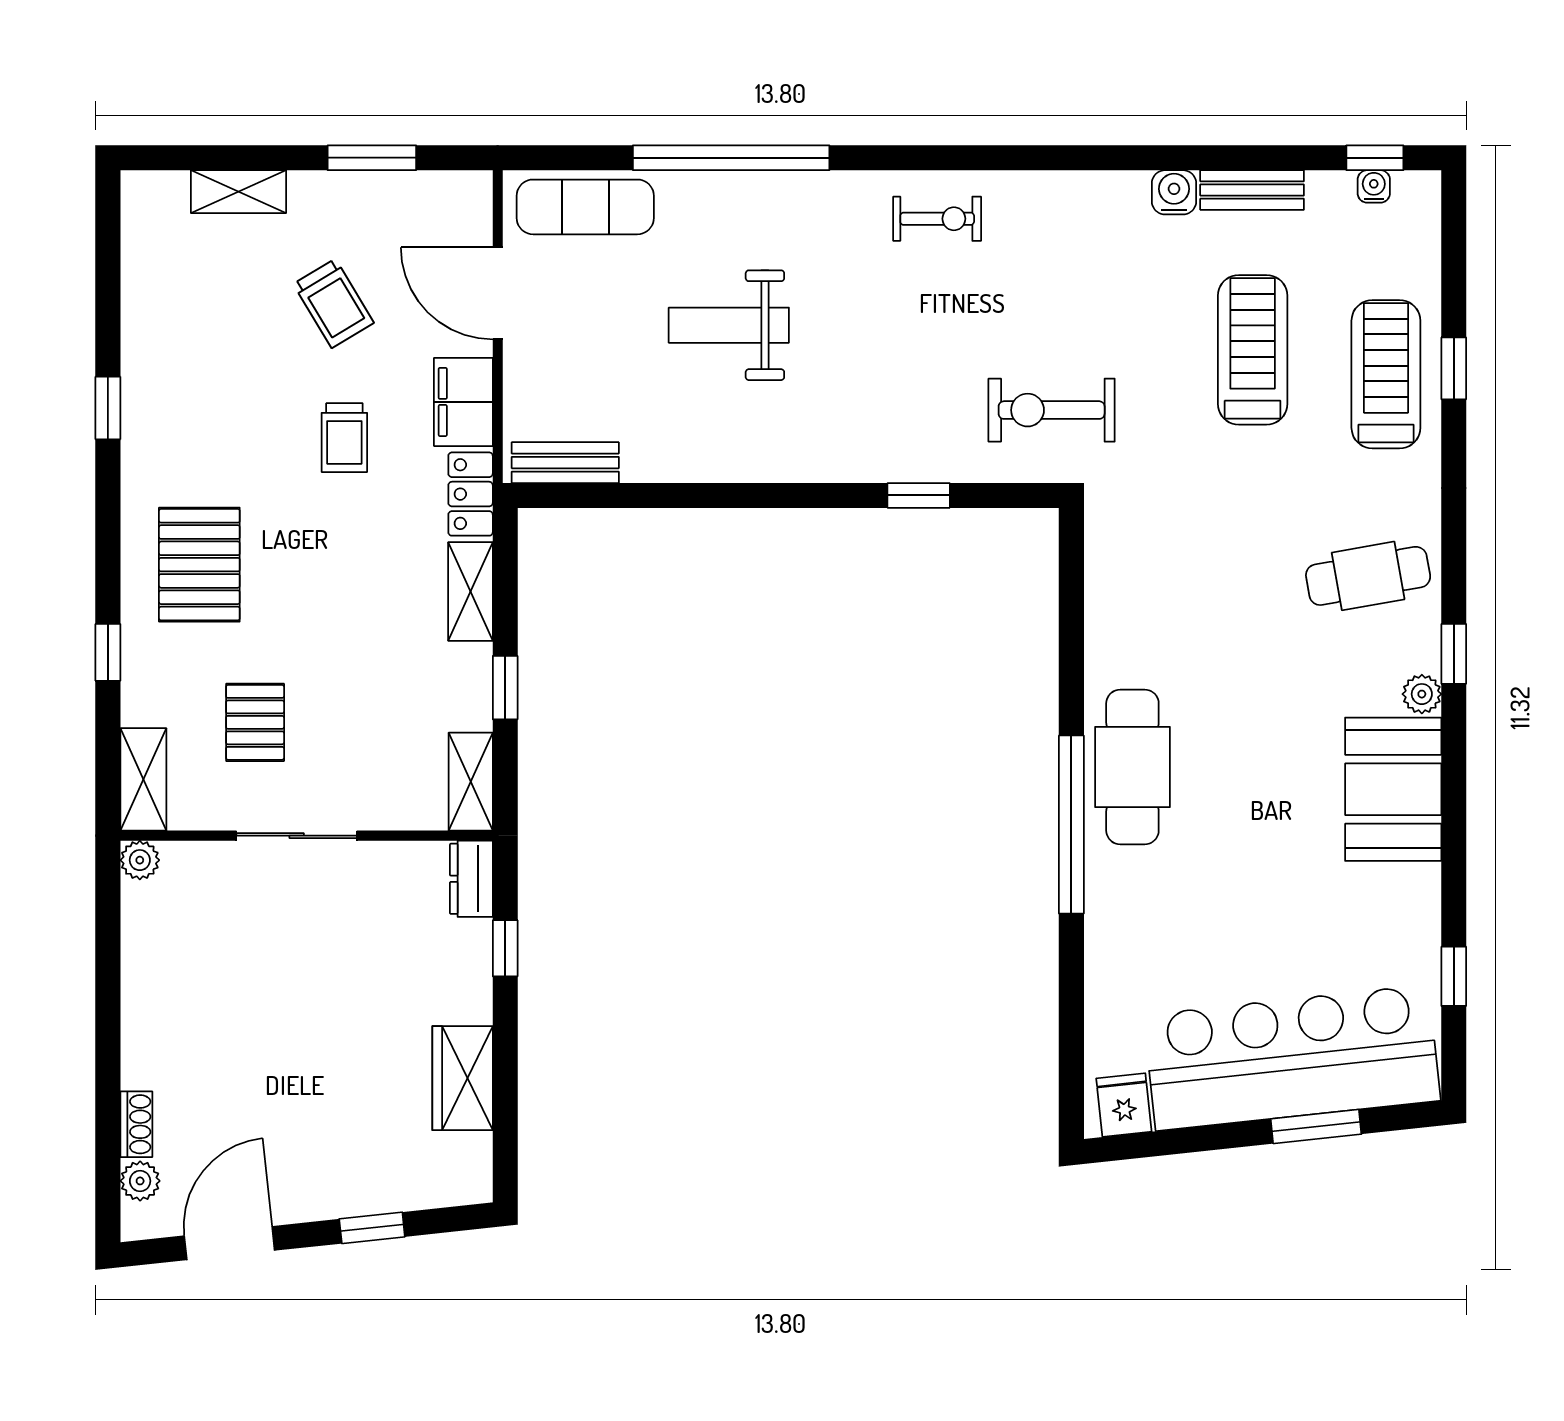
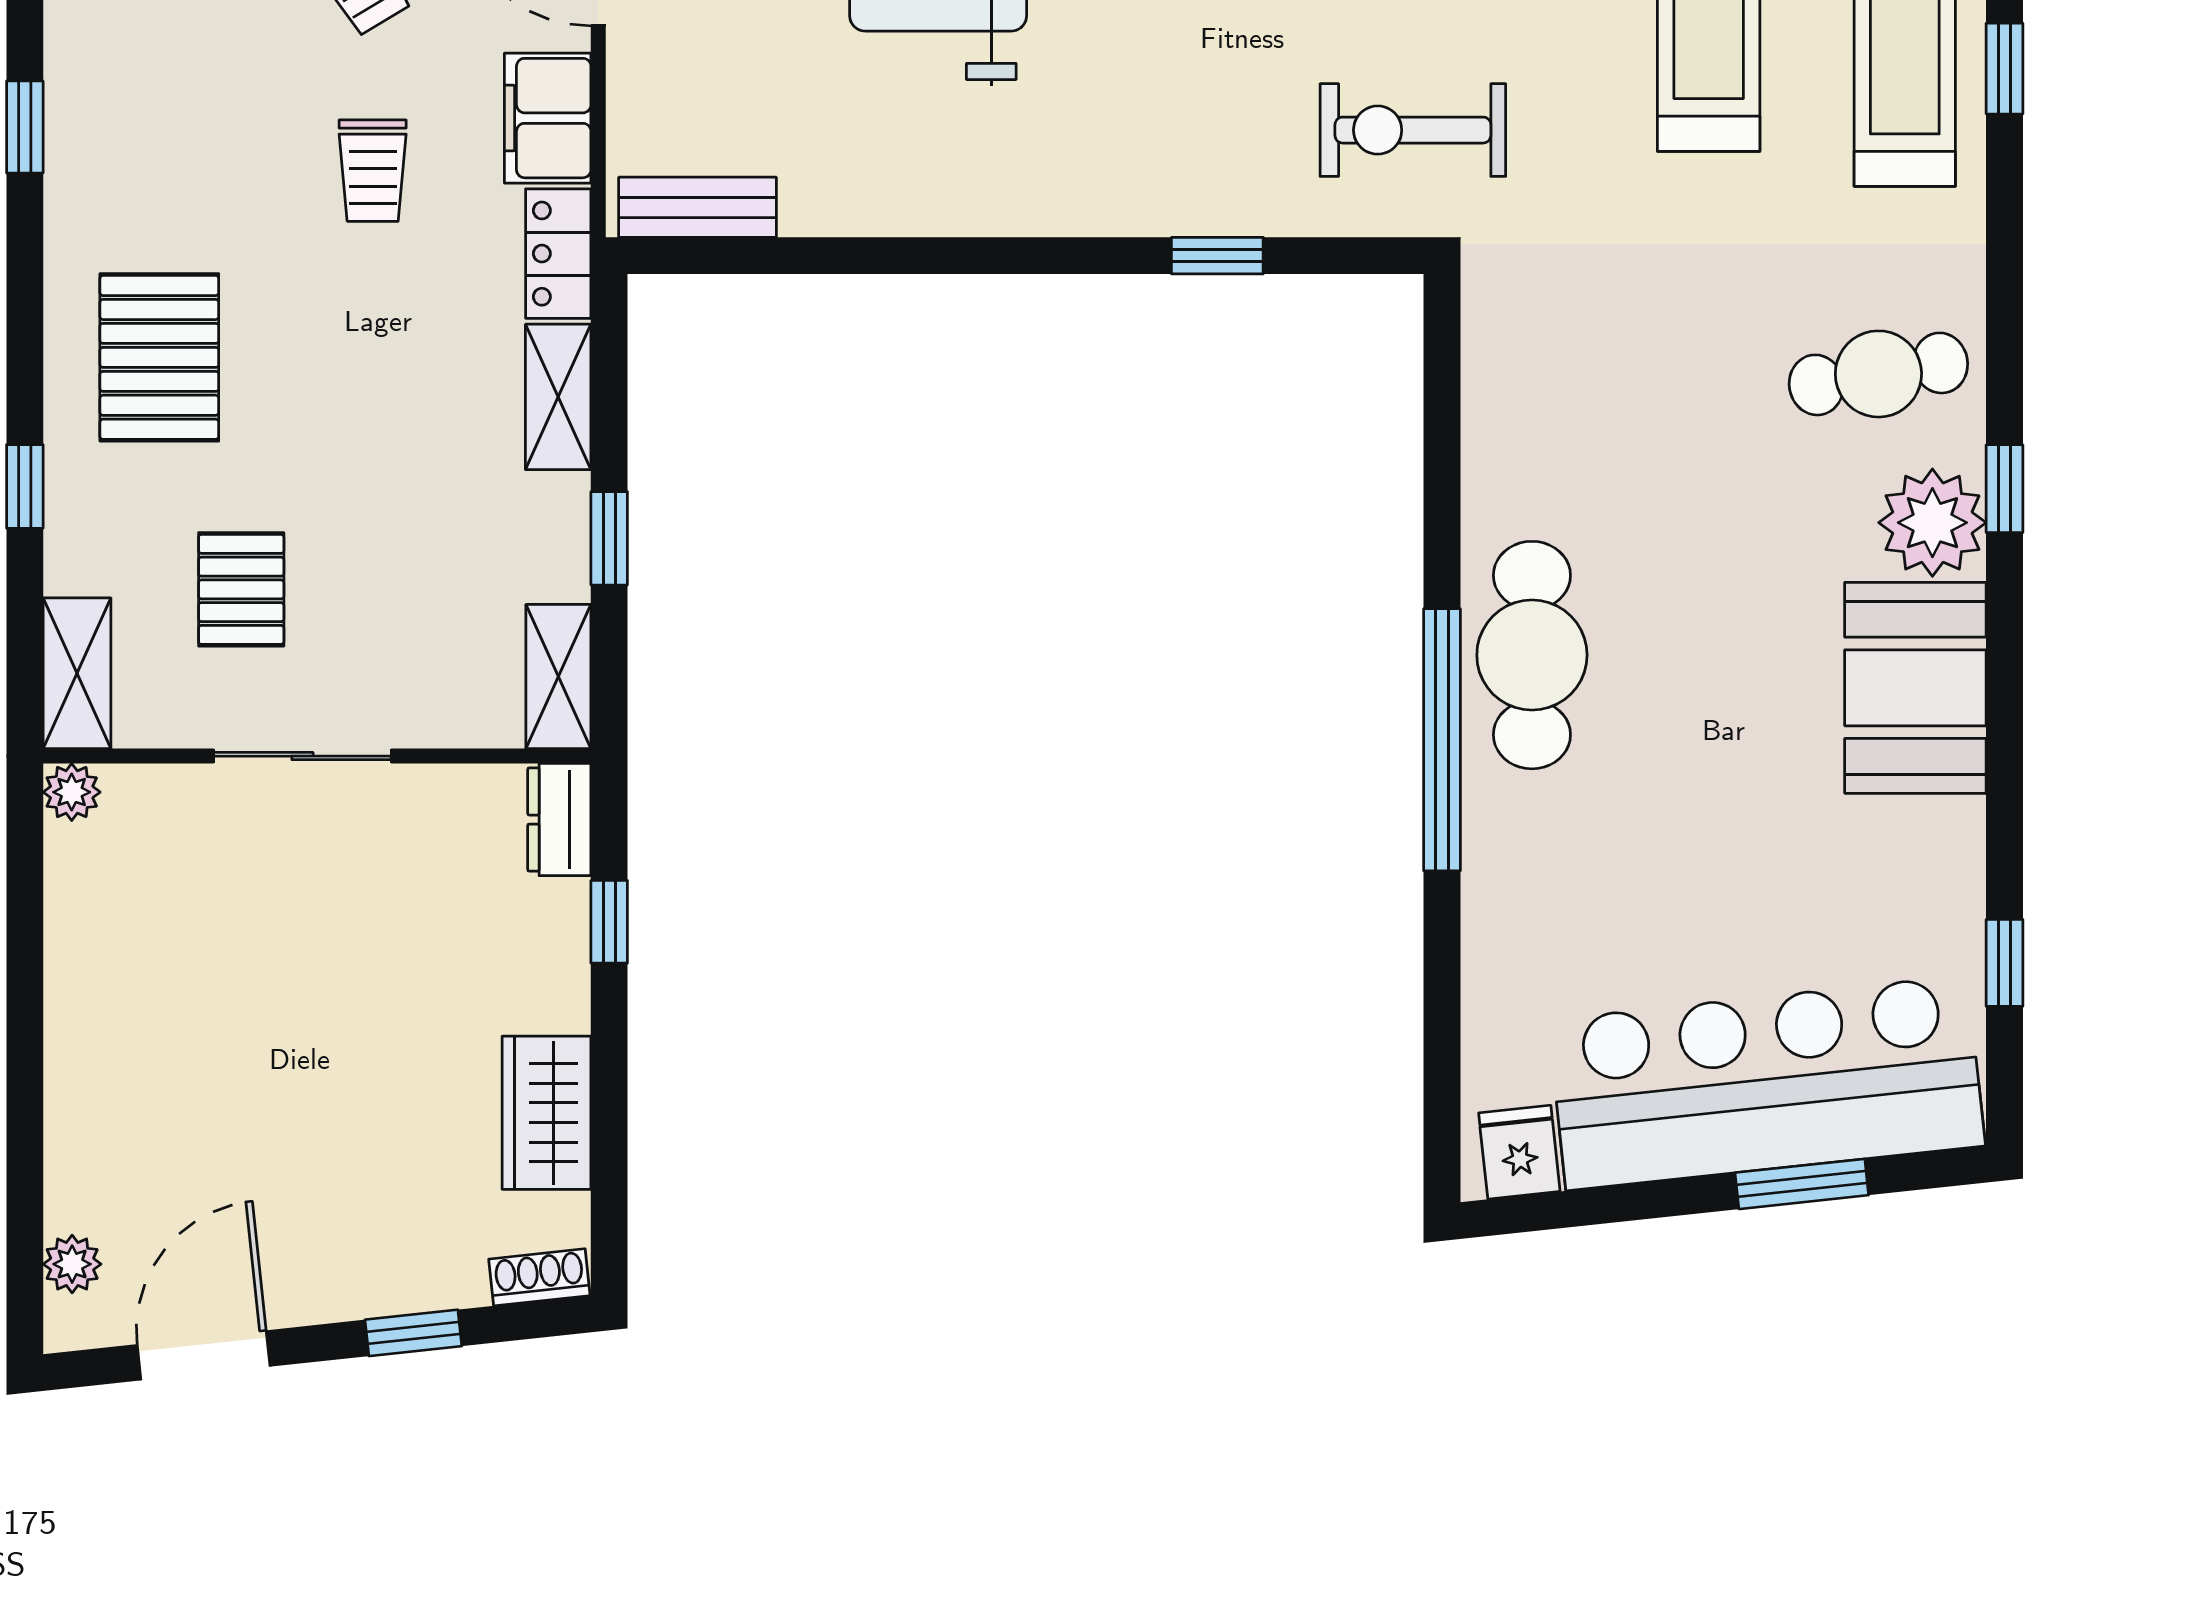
plant: (1422, 694) -> (1932, 523), width x1.87, depth x1.87
shoe rack: (136, 1124) -> (539, 1277), moved, turned -96

